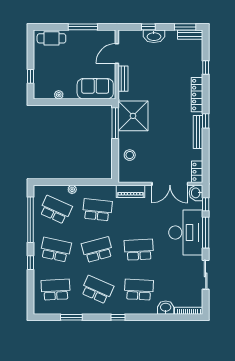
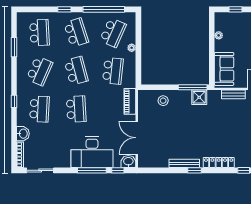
shower: (133, 116) -> (199, 97), width x0.54, depth x0.54
locker: (197, 172) -> (148, 163), removed
school desk: (56, 250) -> (76, 33), turned -30
sliding door: (206, 275) -> (40, 170), moved
window: (118, 317) -> (14, 101), moved

